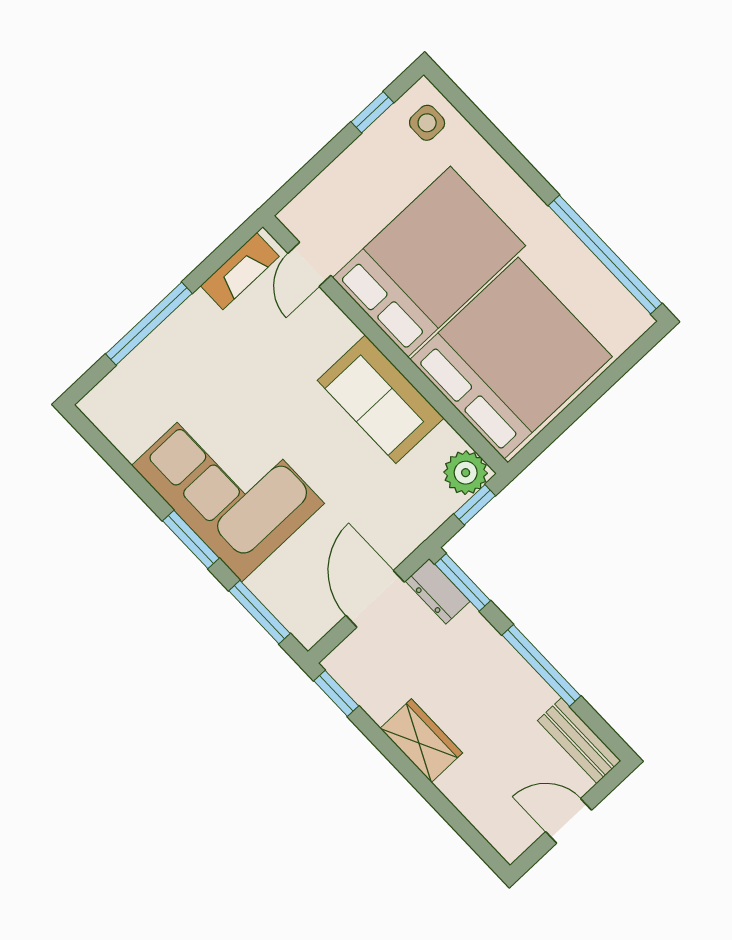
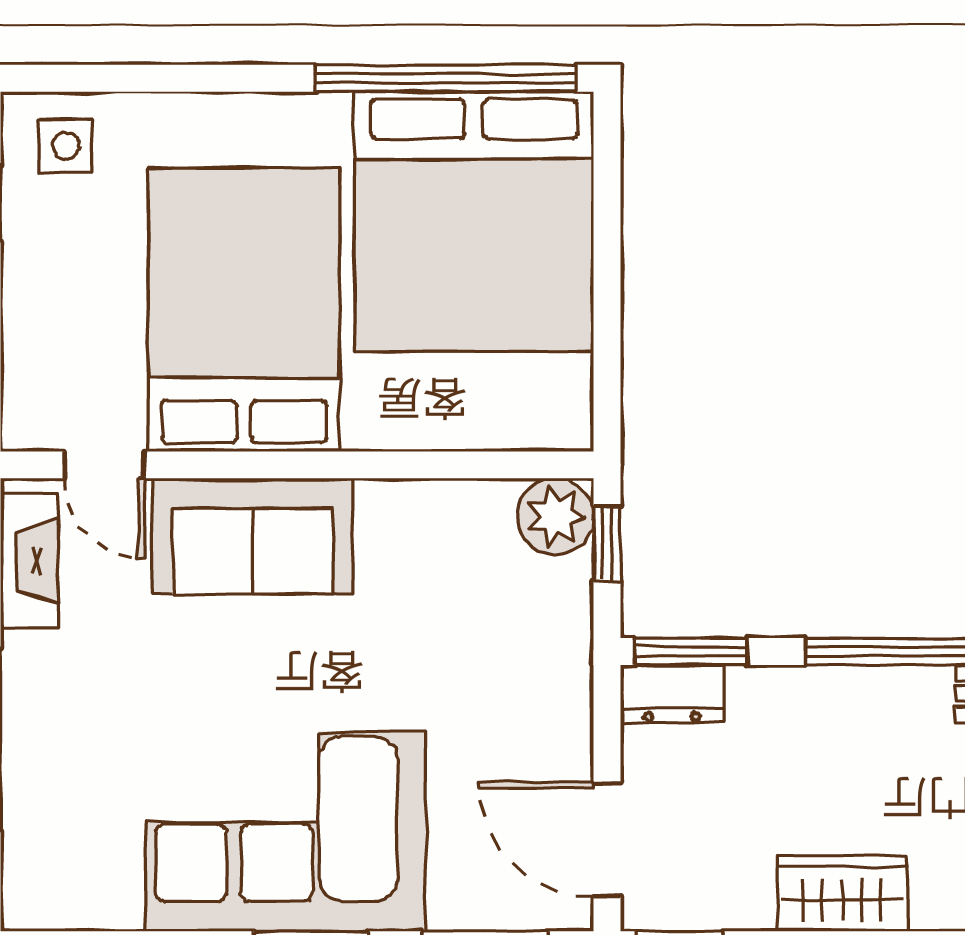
bed: (511, 358) -> (474, 222), moved, turned 180
sofa: (381, 399) -> (253, 536), moved
door: (375, 599) -> (607, 840), moved

